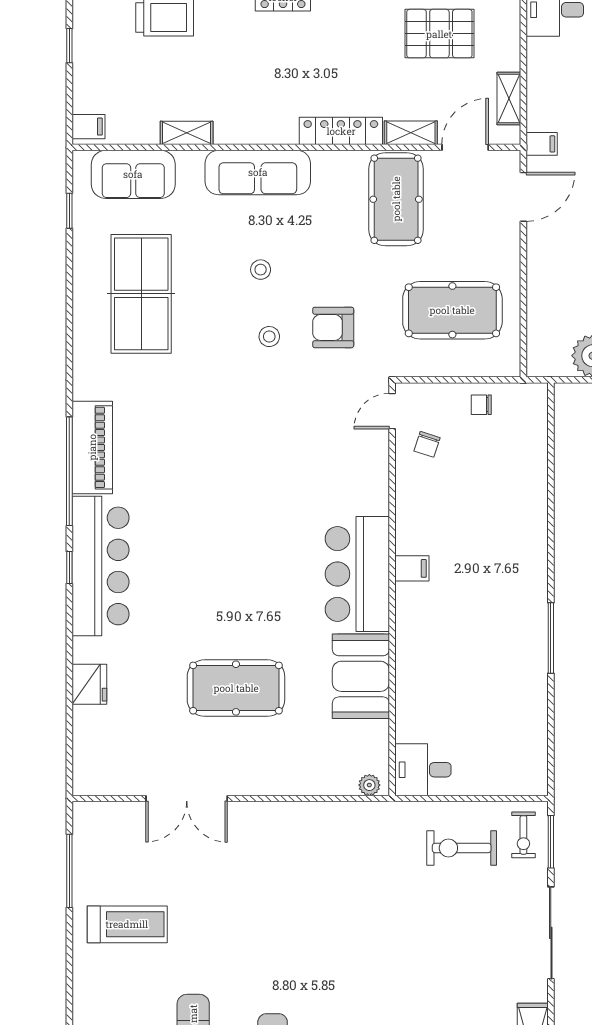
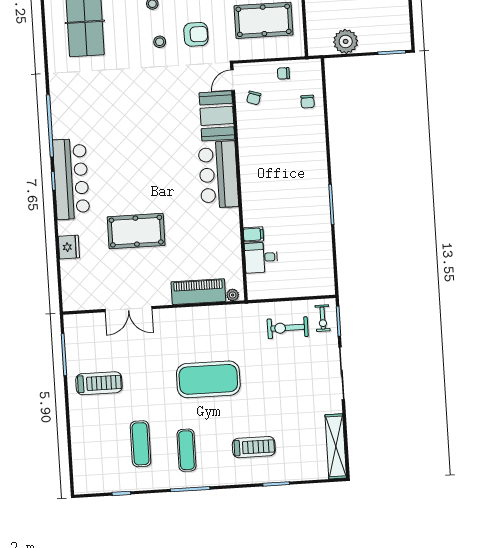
armchair: (333, 327) -> (196, 34), turned 180
piano: (92, 447) -> (198, 292), moved, turned -90
chair: (520, 456) -> (308, 102), added
filing cabinet: (412, 568) -> (253, 234), moved
booth: (361, 676) -> (217, 116), moved
pool table: (236, 688) -> (136, 231), moved
desk: (423, 770) -> (261, 257), moved
exercise mat: (318, 929) -> (208, 379), added

